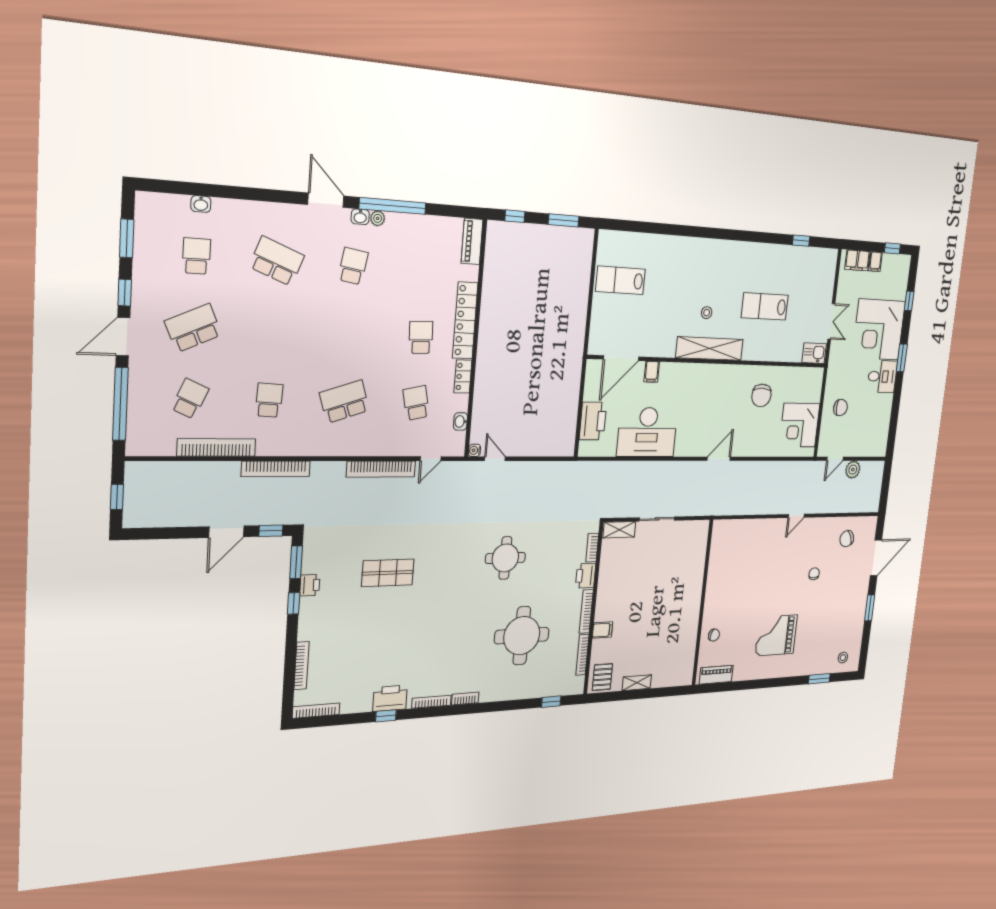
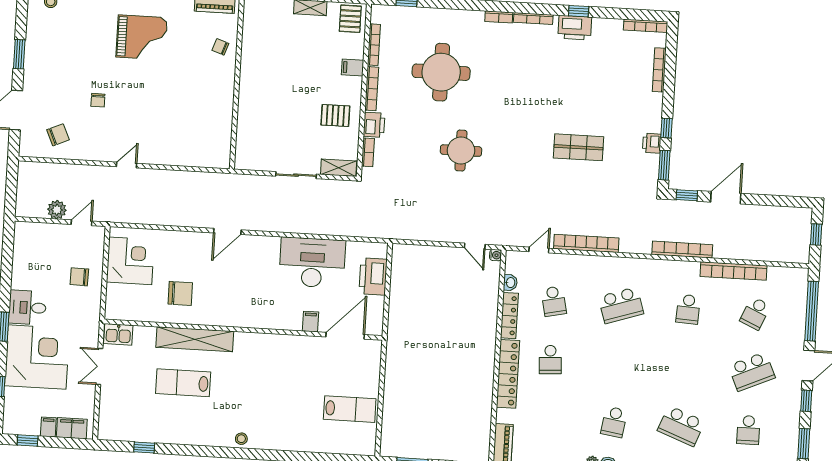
lab bench: (765, 306) -> (183, 383), turned 180
stool: (707, 313) -> (241, 439), moved
shelving: (710, 349) -> (195, 339), moved
locker: (463, 377) -> (509, 316), width x1.53
chair: (761, 395) -> (180, 293), turned 90
pallet: (620, 581) -> (335, 115), added

